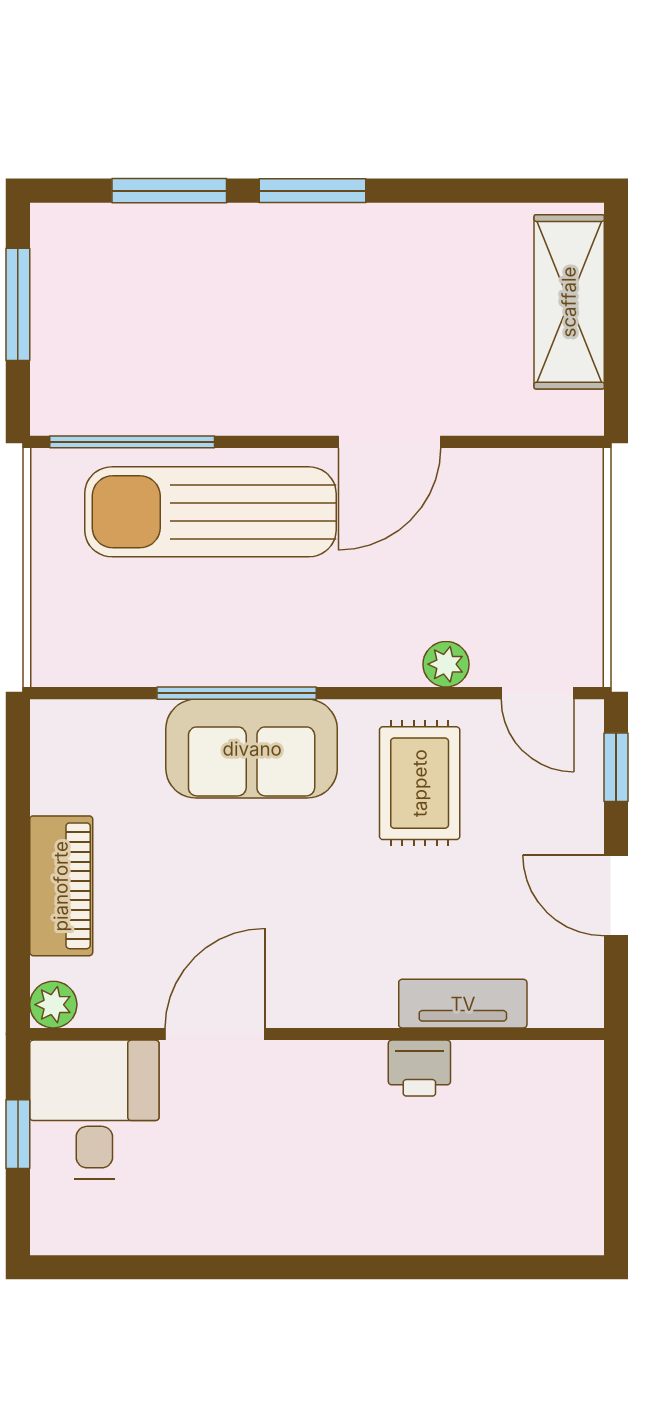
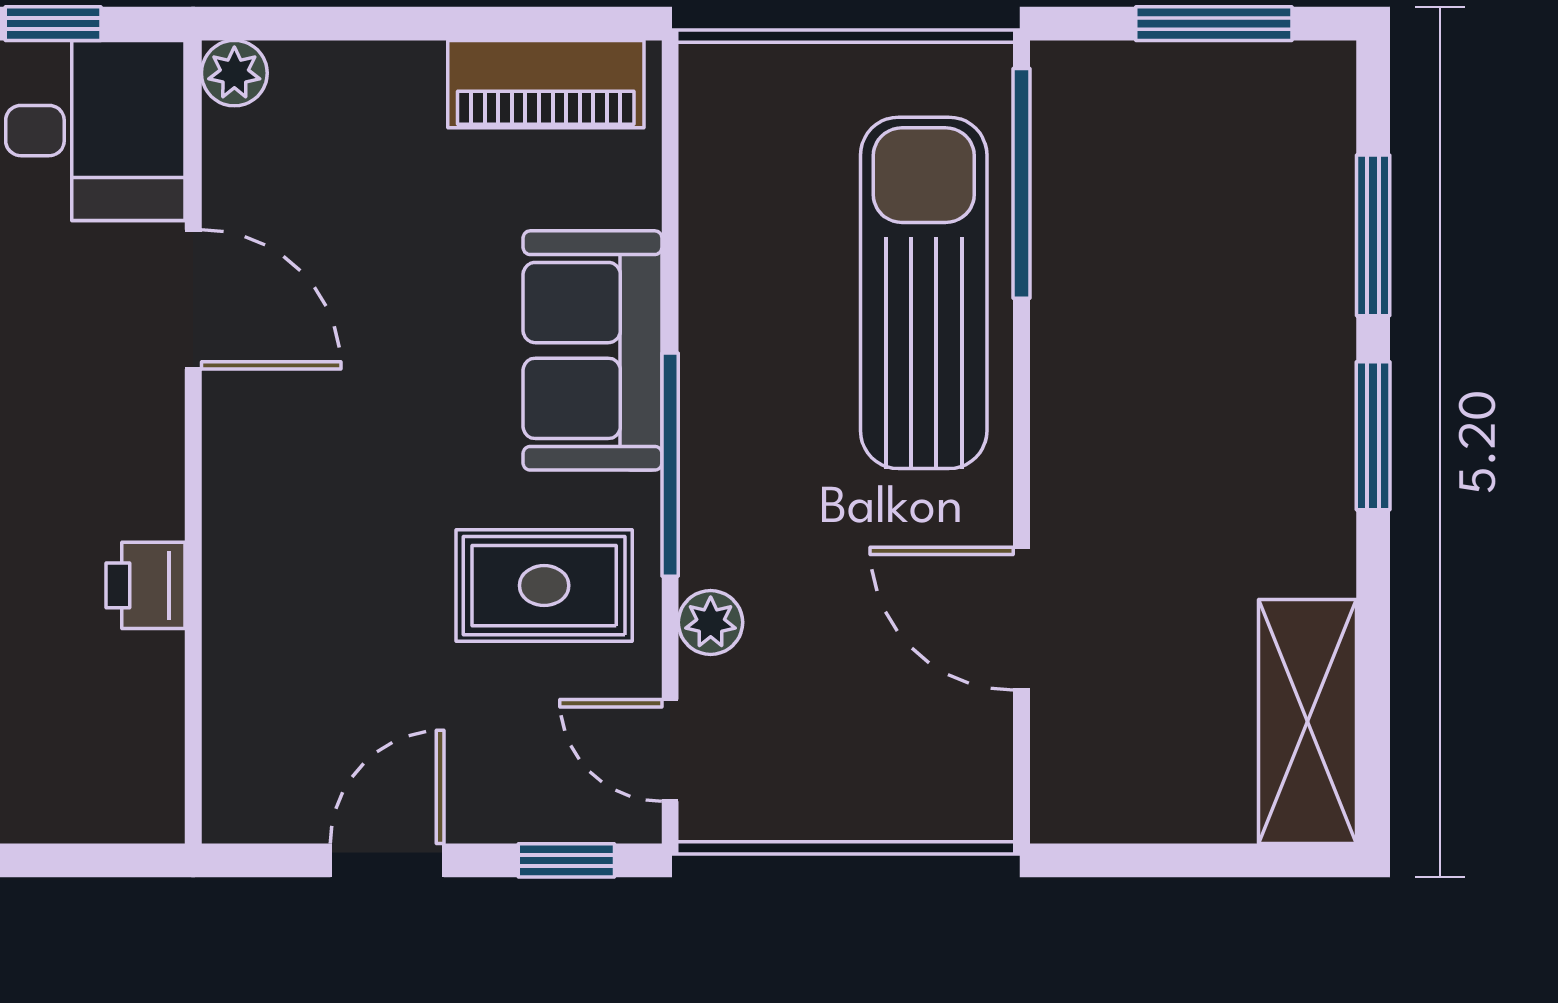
shelving: (569, 302) -> (1307, 721), moved, turned 90
door: (389, 442) -> (1022, 619), moved
window: (237, 693) -> (670, 465), moved
door: (537, 693) -> (670, 750), hinge flipped
piano: (61, 886) -> (546, 84), moved
tv unit: (463, 1004) -> (236, 646), removed

